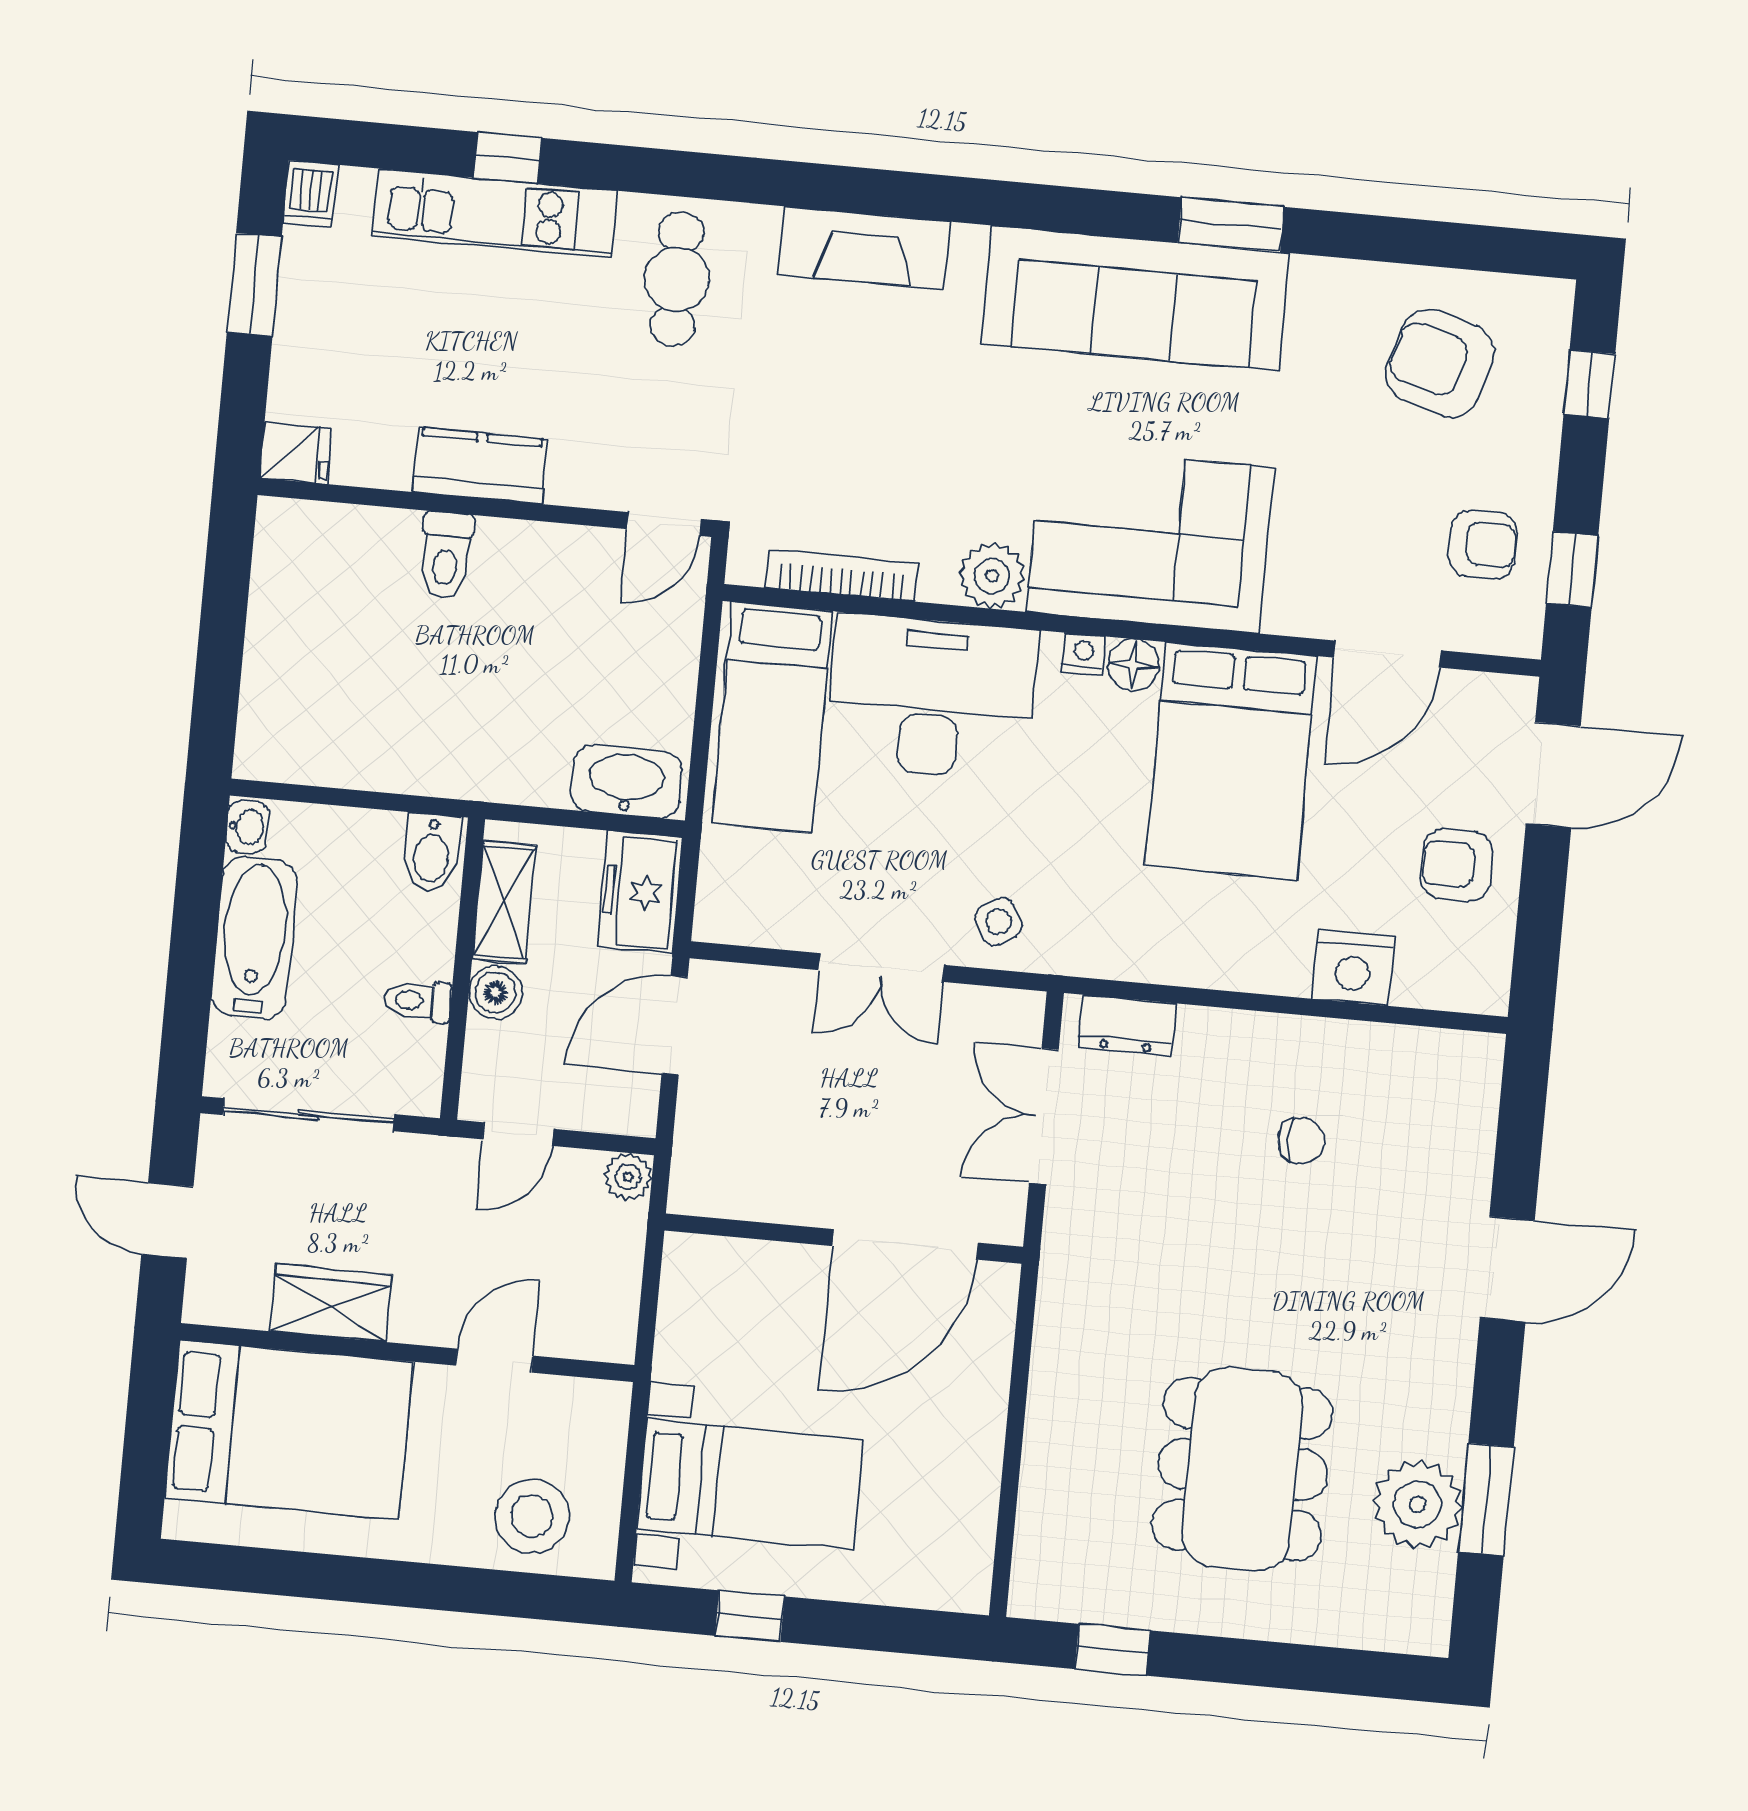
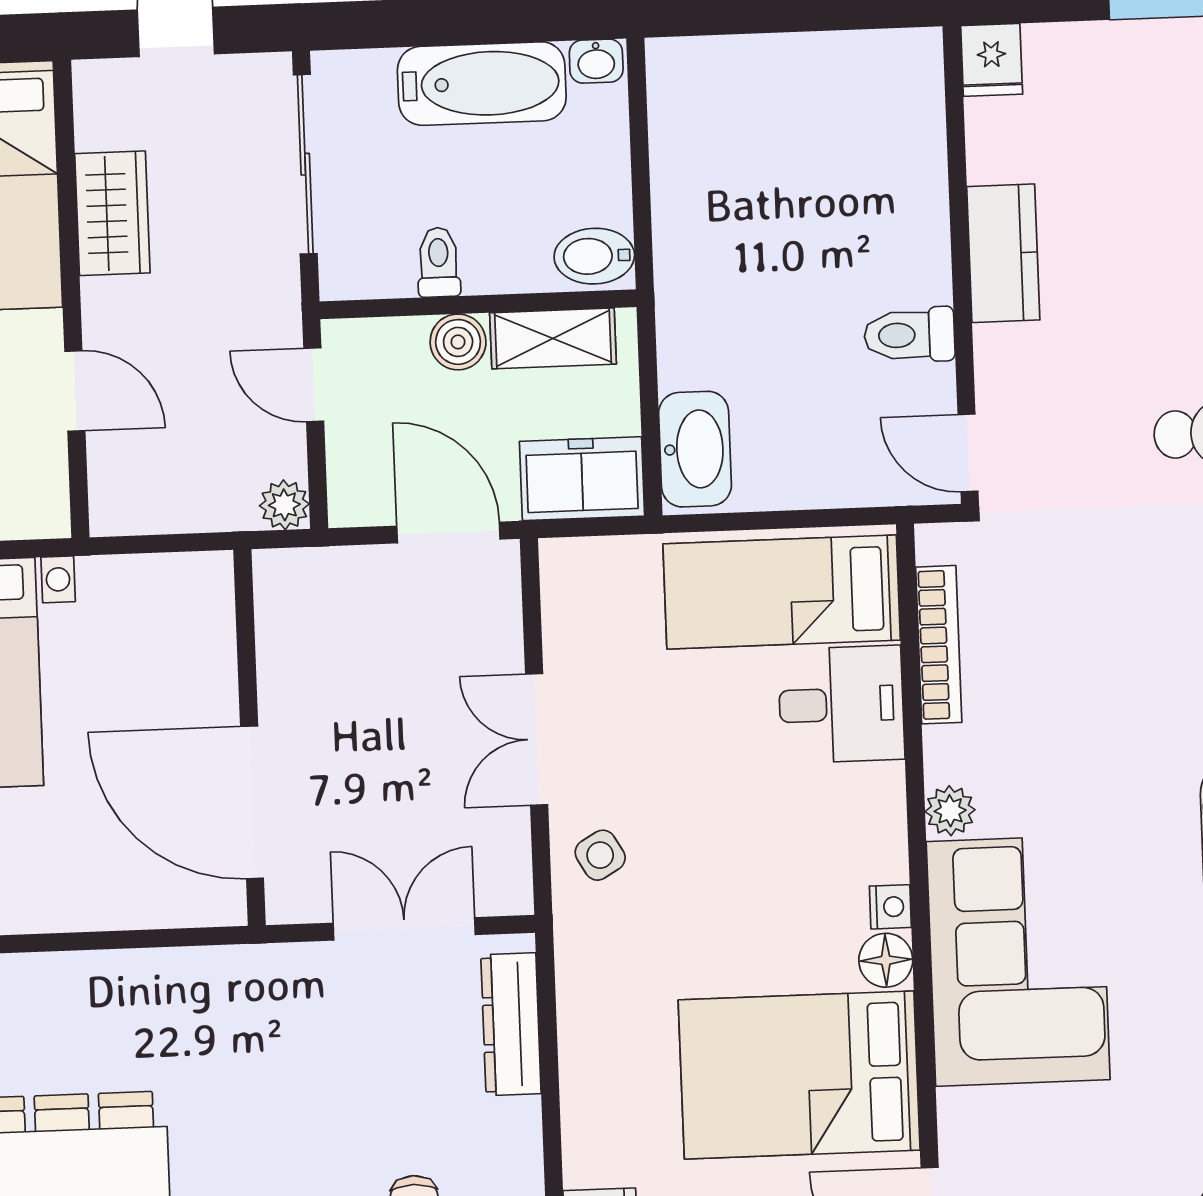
toilet: (446, 555) -> (909, 335), moved
plant: (992, 576) -> (950, 811), width x0.73, depth x0.73
desk: (932, 697) -> (841, 704), width x0.53, depth x0.77
dresser: (1127, 1025) -> (511, 1024), width x1.44

